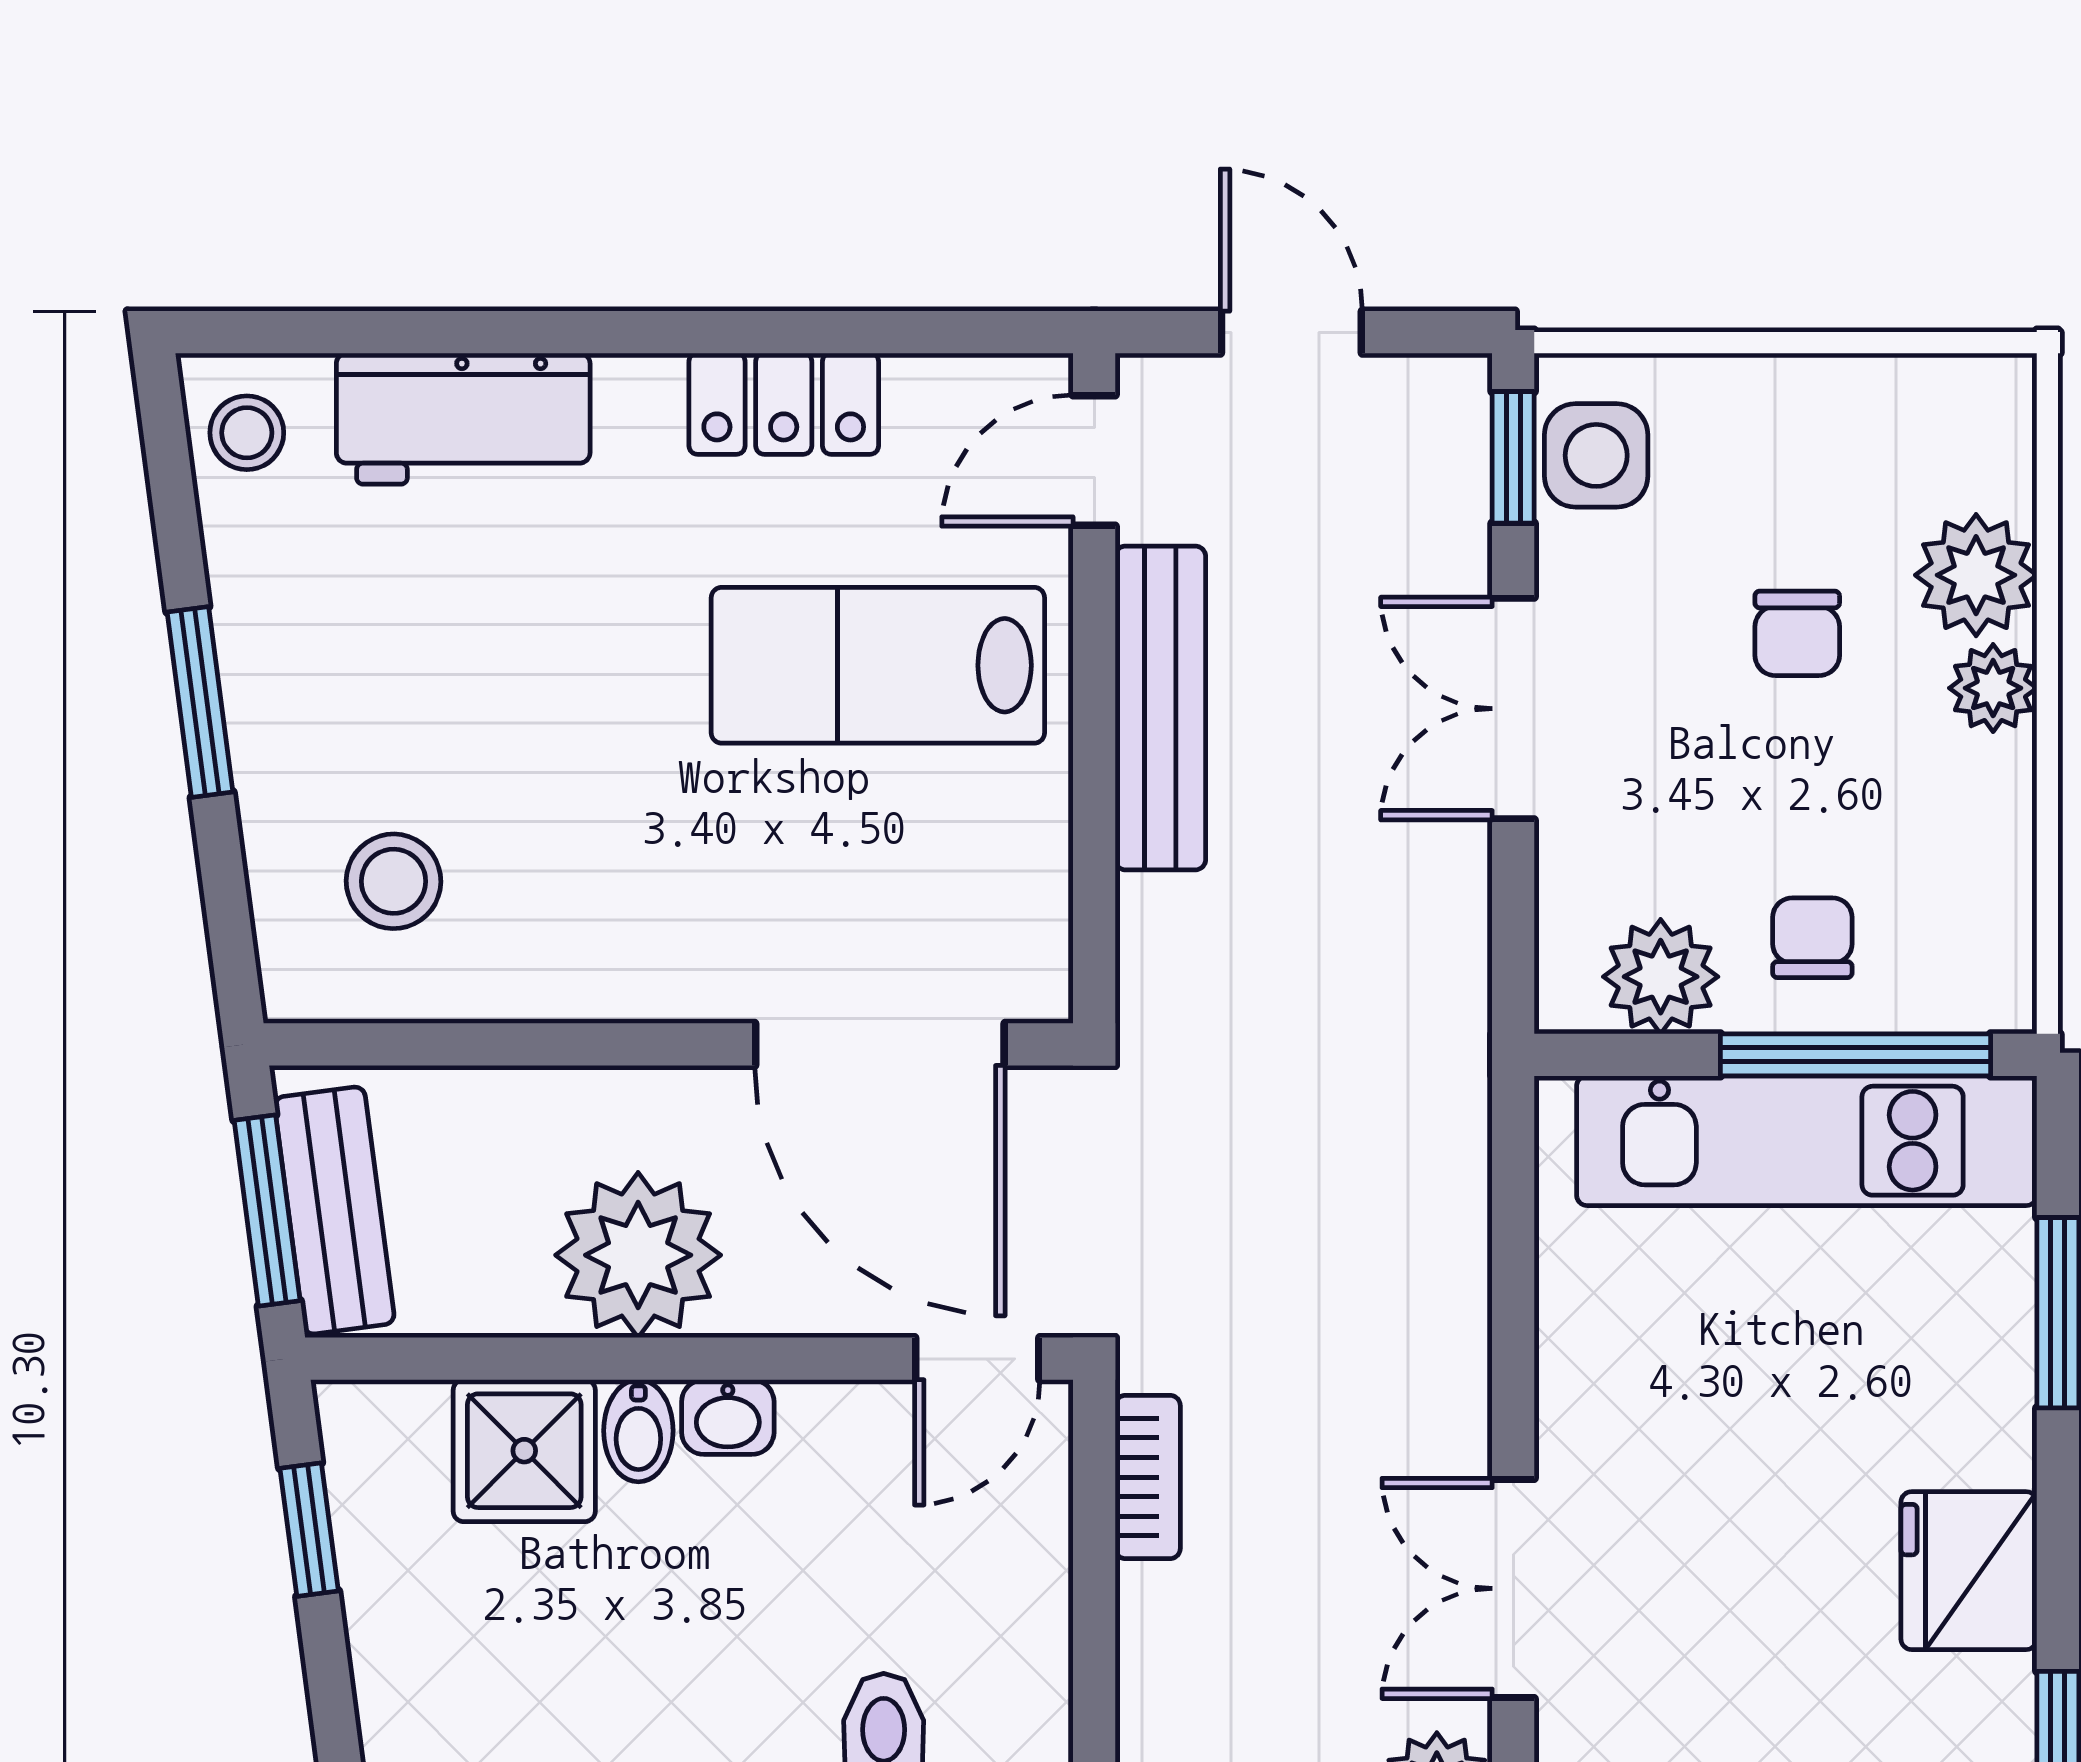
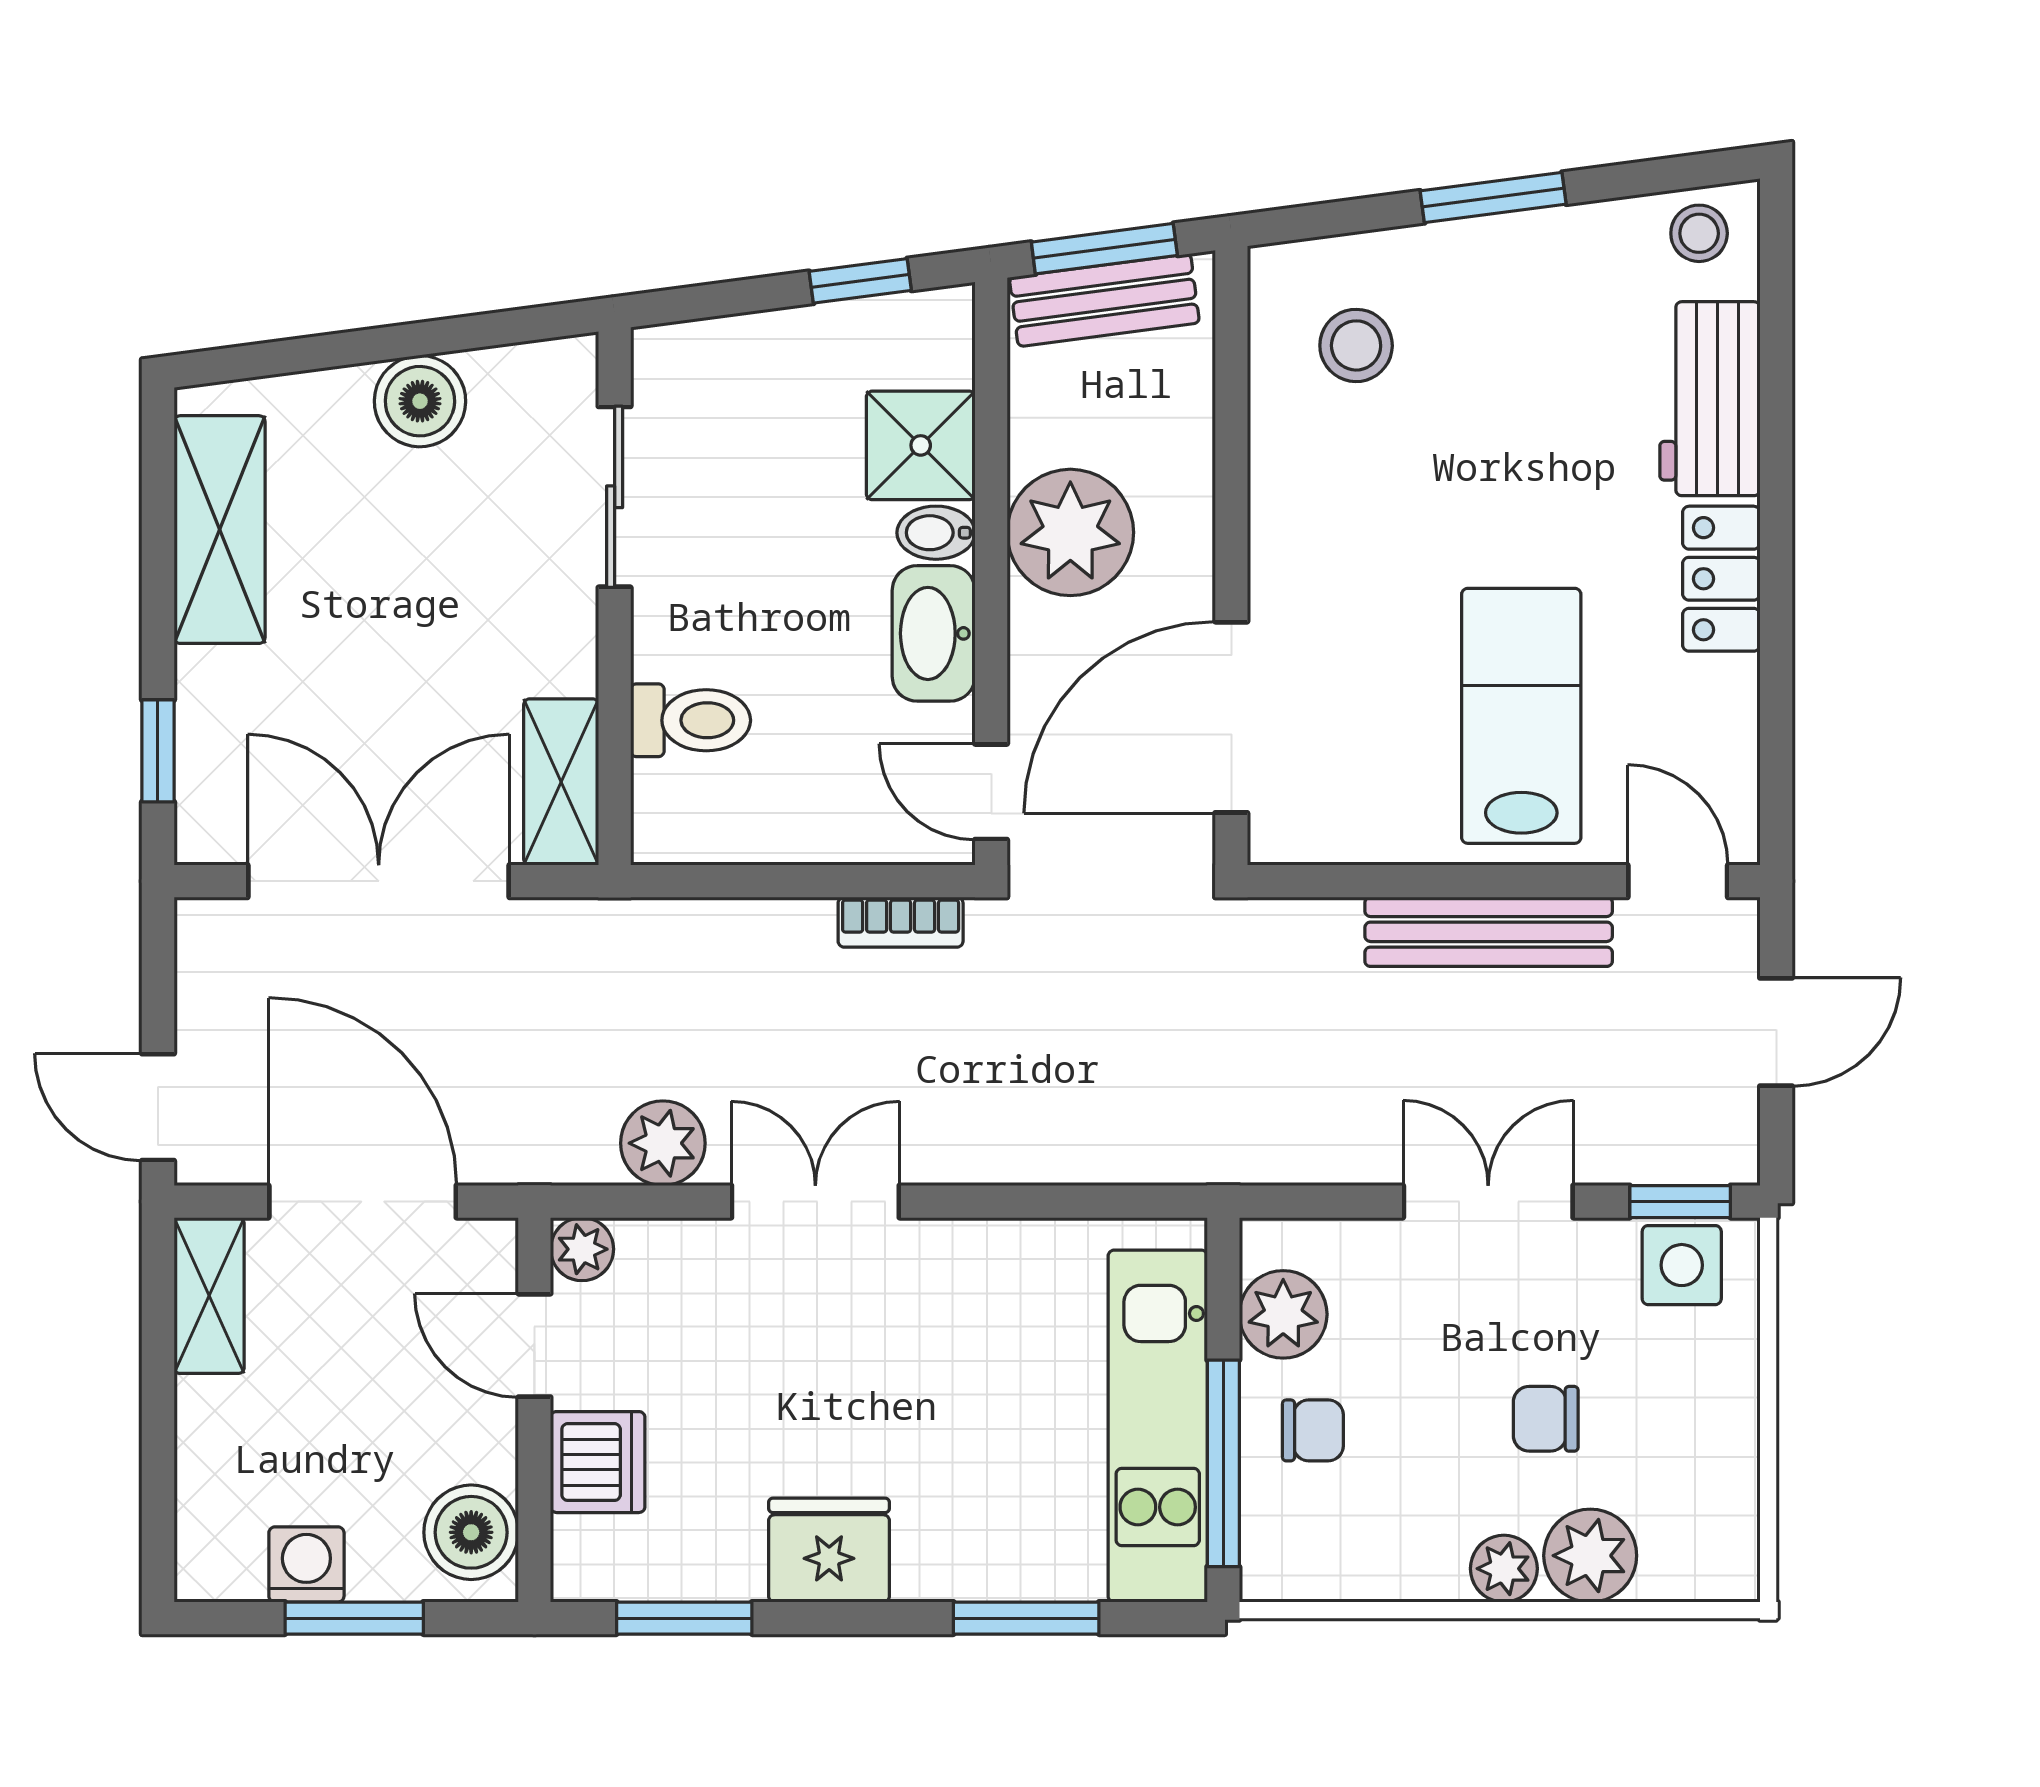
locker: (784, 404) -> (1721, 579), moved
washbasin: (728, 1417) -> (934, 633), width x1.91, depth x1.45

